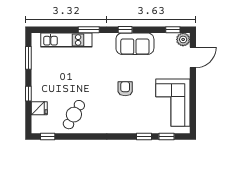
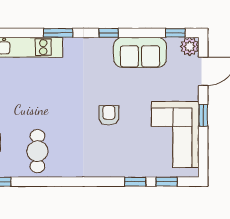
sofa: (135, 44) -> (140, 52), moved
window: (193, 89) -> (203, 115), added
cafe table: (74, 115) -> (37, 151), turned -30

